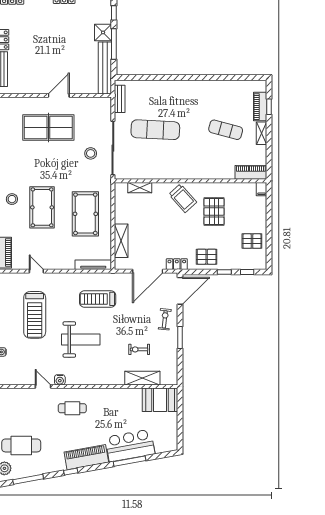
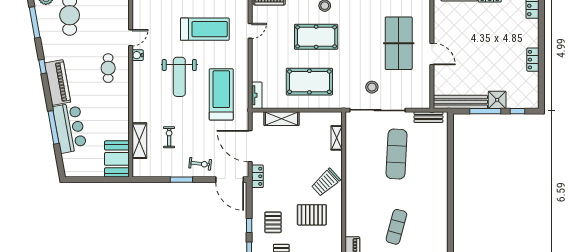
pallet: (207, 257) -> (273, 222), moved
tv unit: (93, 265) -> (257, 95), width x0.71
treadmill: (98, 299) -> (221, 94), width x1.37, depth x1.38
treadmill: (35, 315) -> (205, 29), turned 180

